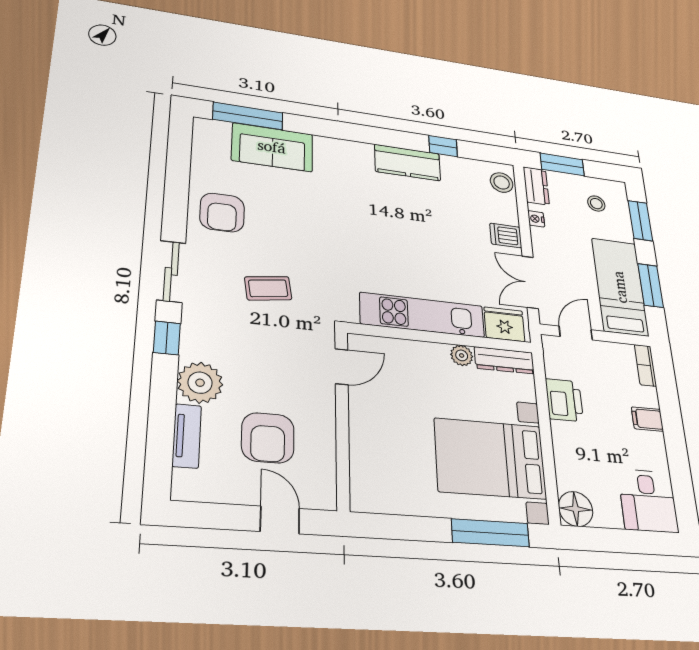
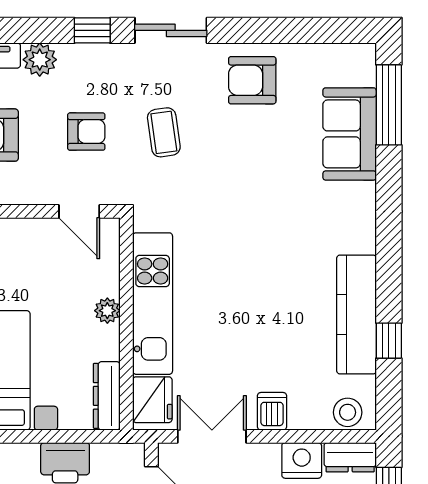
kitchen counter: (407, 163) -> (356, 315), width x1.50
nightstand: (536, 219) -> (302, 460), width x1.89, depth x1.79
armchair: (266, 353) -> (86, 132), added
plant: (462, 355) -> (107, 311), moved
plant: (200, 383) -> (40, 60), width x0.73, depth x0.73

